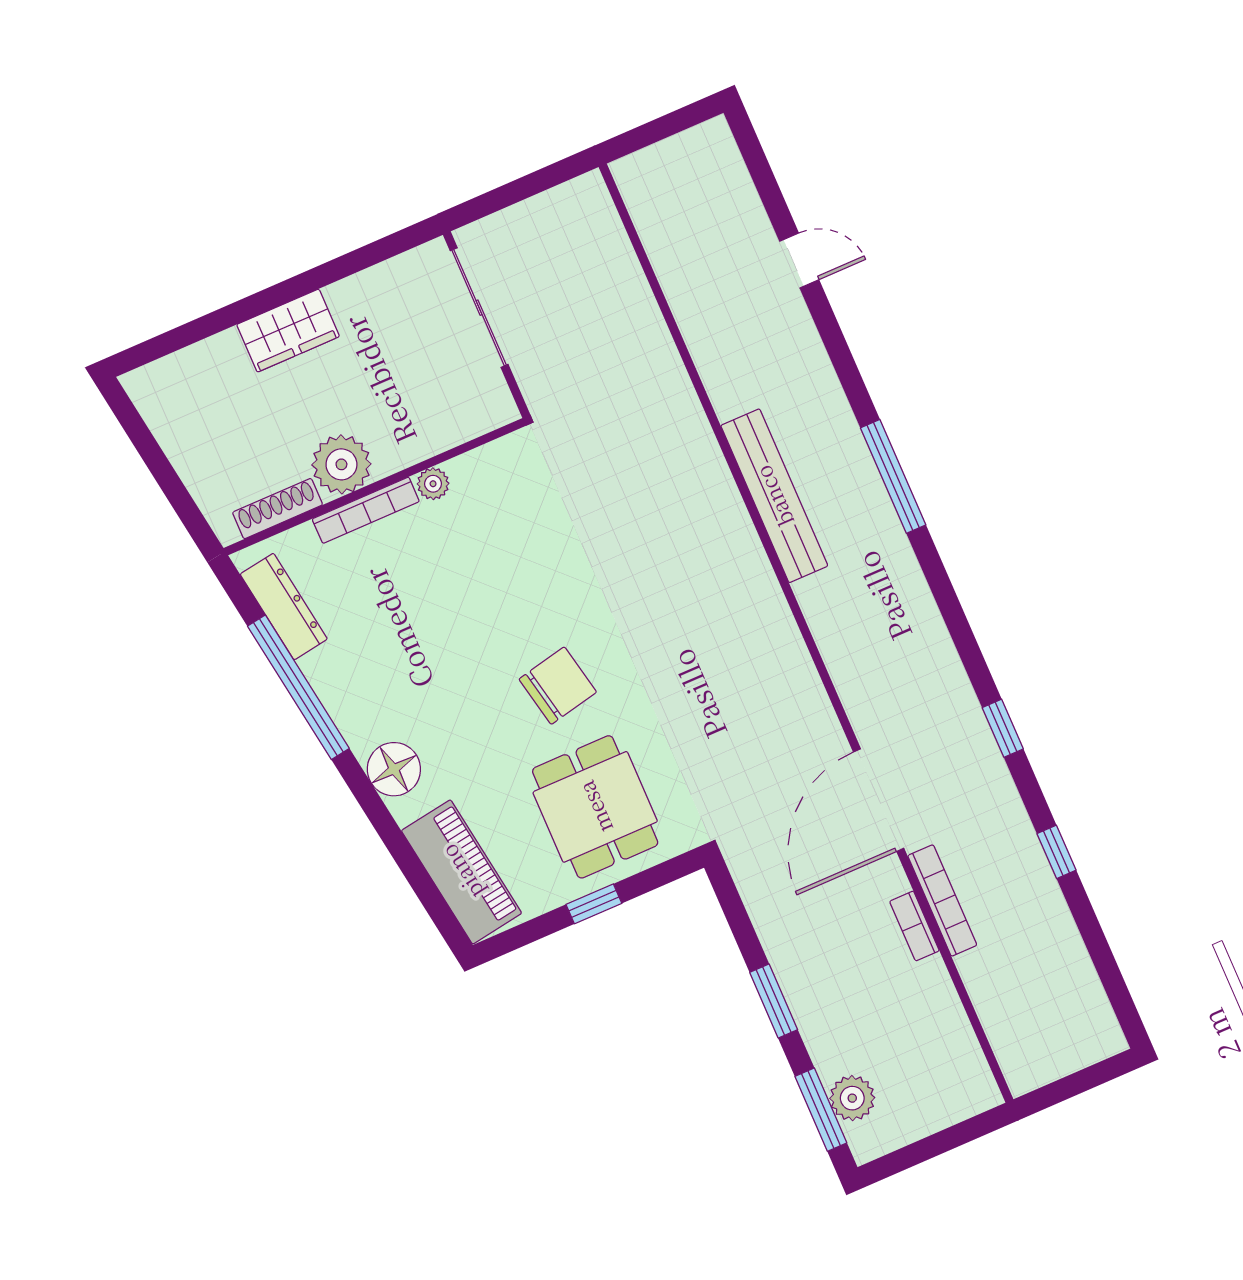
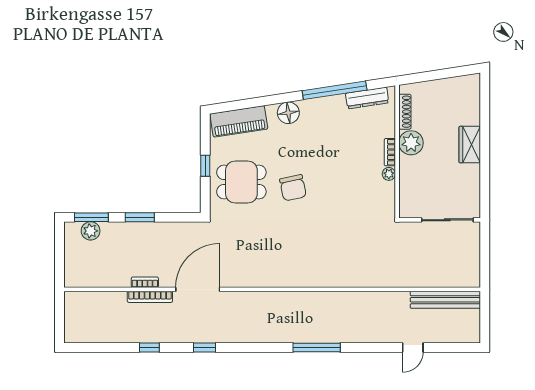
bench: (774, 496) -> (445, 300), moved
bookcase: (366, 510) -> (390, 152), width x0.64
door: (879, 800) -> (198, 289), hinge flipped

